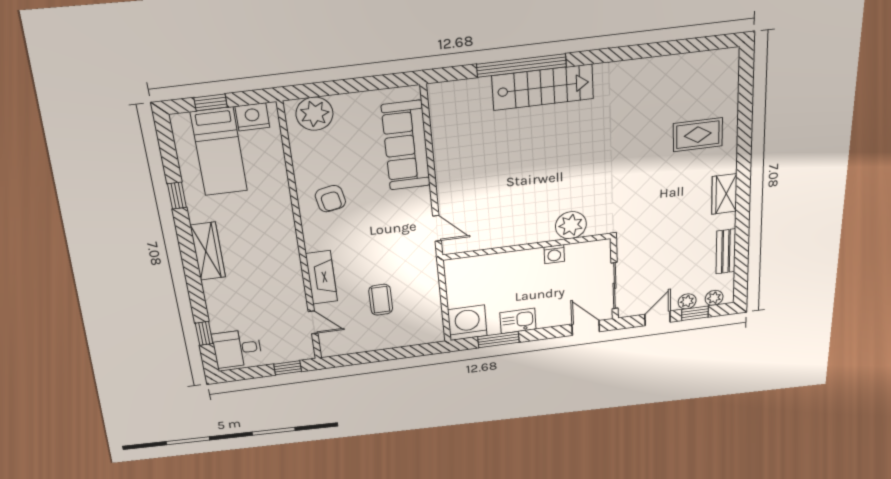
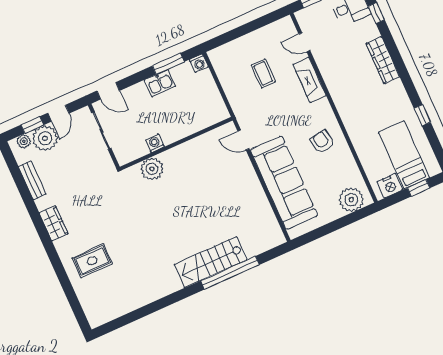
sofa: (406, 145) -> (284, 183), width x1.36, depth x1.27
wardrobe: (208, 251) -> (383, 60), moved
plant: (687, 301) -> (45, 138), width x1.87, depth x1.87
washing machine: (467, 323) -> (199, 63), width x0.53, depth x0.53

